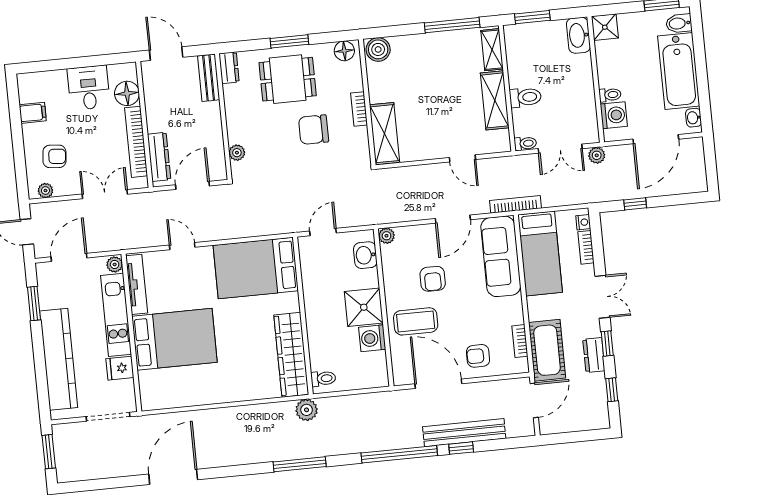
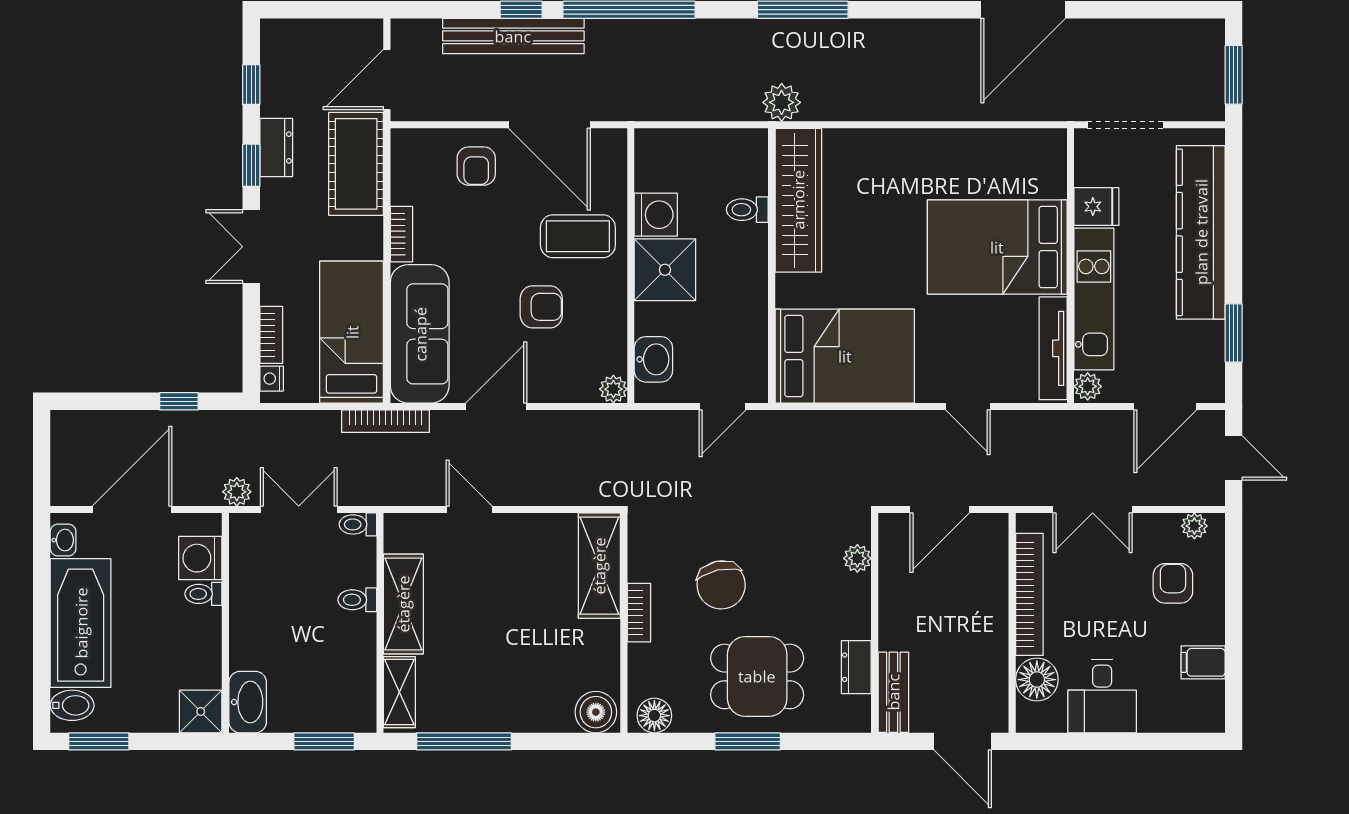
dresser: (229, 68) -> (856, 667), moved
toilet: (525, 97) -> (357, 600), width x0.73, depth x0.72
chair: (314, 130) -> (721, 585), turned 78
armchair: (54, 156) -> (1173, 583), turned 85
dresser: (159, 157) -> (992, 564), removed
armchair: (433, 279) -> (541, 307), turned 90
bookcase: (520, 341) -> (401, 234), moved
armchair: (478, 356) -> (476, 166), turned 90
toilet: (323, 379) -> (747, 210), moved

